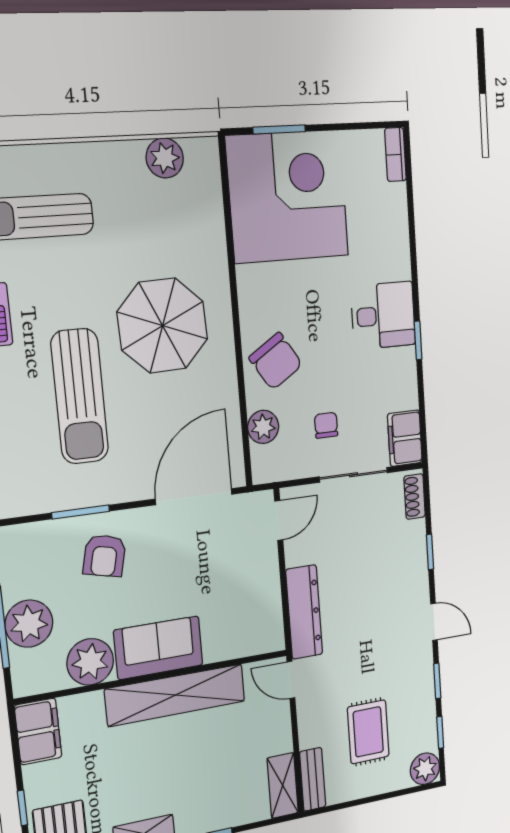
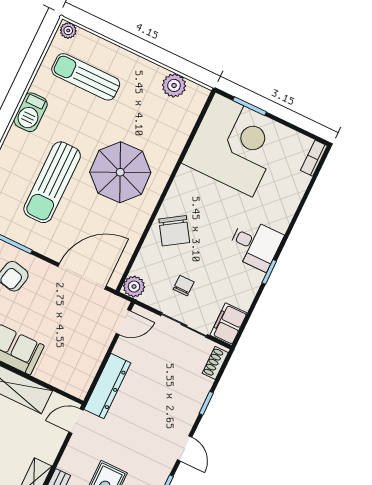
plant: (263, 427) -> (134, 287), moved
door: (291, 680) -> (76, 421), hinge flipped

